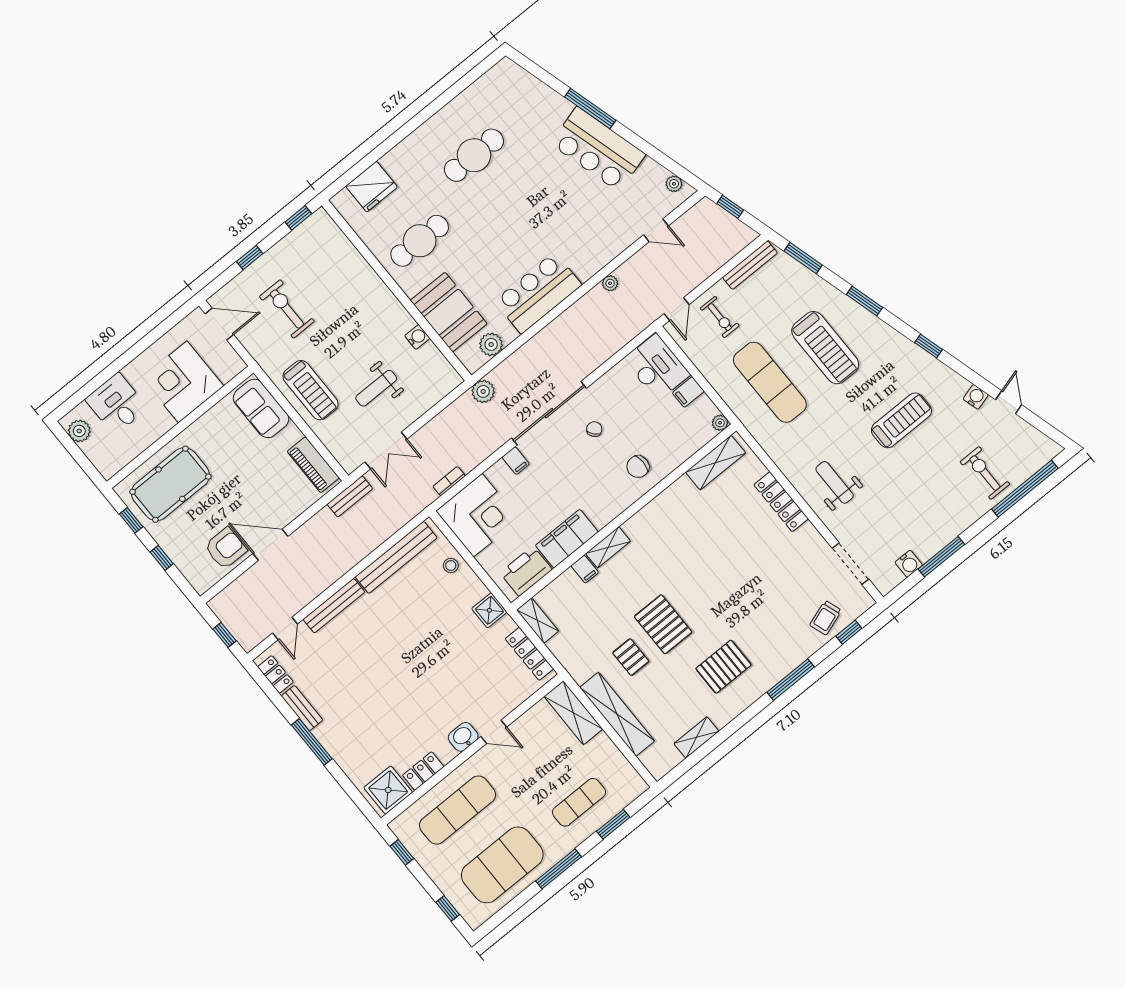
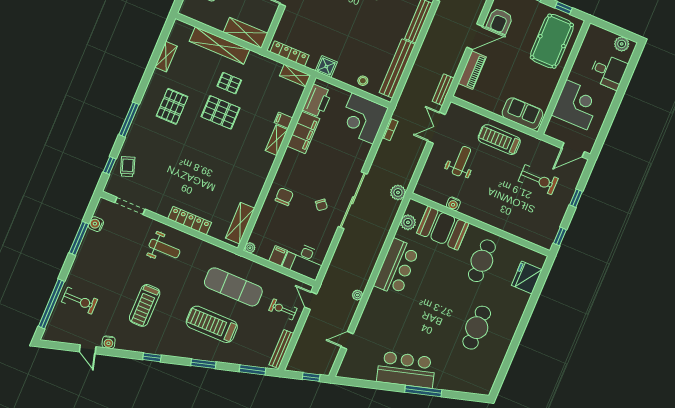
plant: (674, 184) -> (351, 373), removed
filing cabinet: (516, 461) -> (358, 162), removed
piano: (313, 465) -> (472, 70), moved, turned 90

